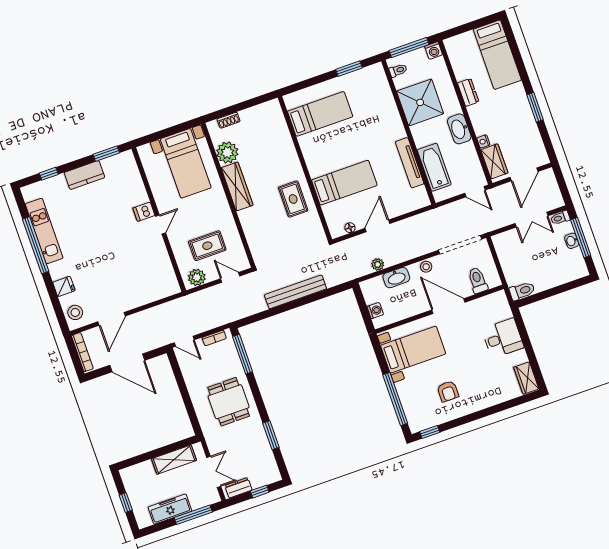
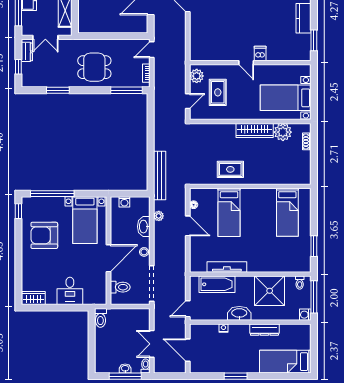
dresser: (468, 92) -> (264, 330), width x1.44
wardrobe: (494, 161) -> (206, 331), removed
bench: (295, 292) -> (160, 175), moved
armchair: (448, 391) -> (44, 235), width x1.88, depth x1.88

